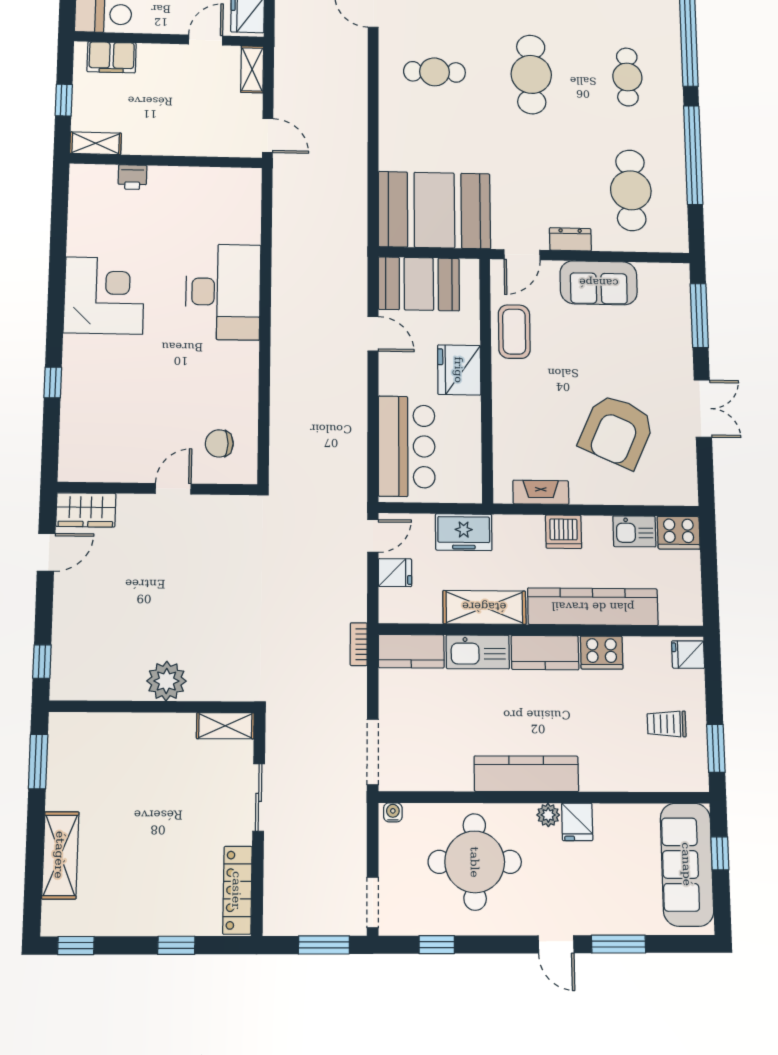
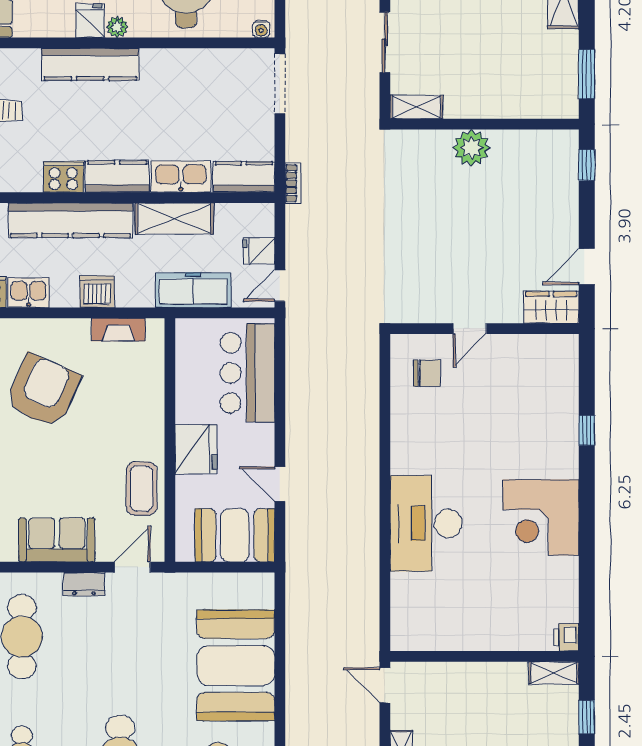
printer: (132, 177) -> (566, 637), moved, turned -90
booth: (434, 210) -> (236, 665), moved, turned 90
freezer: (464, 532) -> (193, 290), width x1.40
kitchen counter: (526, 774) -> (90, 64), moved

